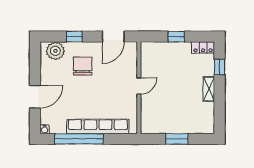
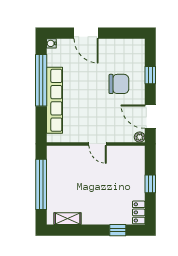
plant: (55, 51) -> (140, 137), moved, width x0.53, depth x0.53
shelving: (209, 89) -> (68, 219), moved
window: (177, 139) -> (41, 184), width x2.11

